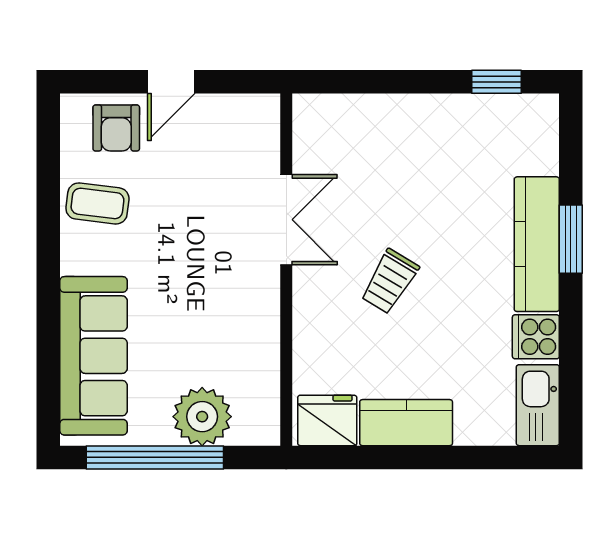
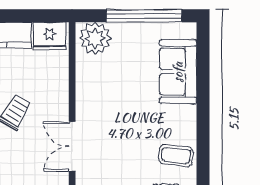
sofa: (93, 356) -> (178, 72), width x0.73
plant: (202, 417) -> (95, 38), moved

